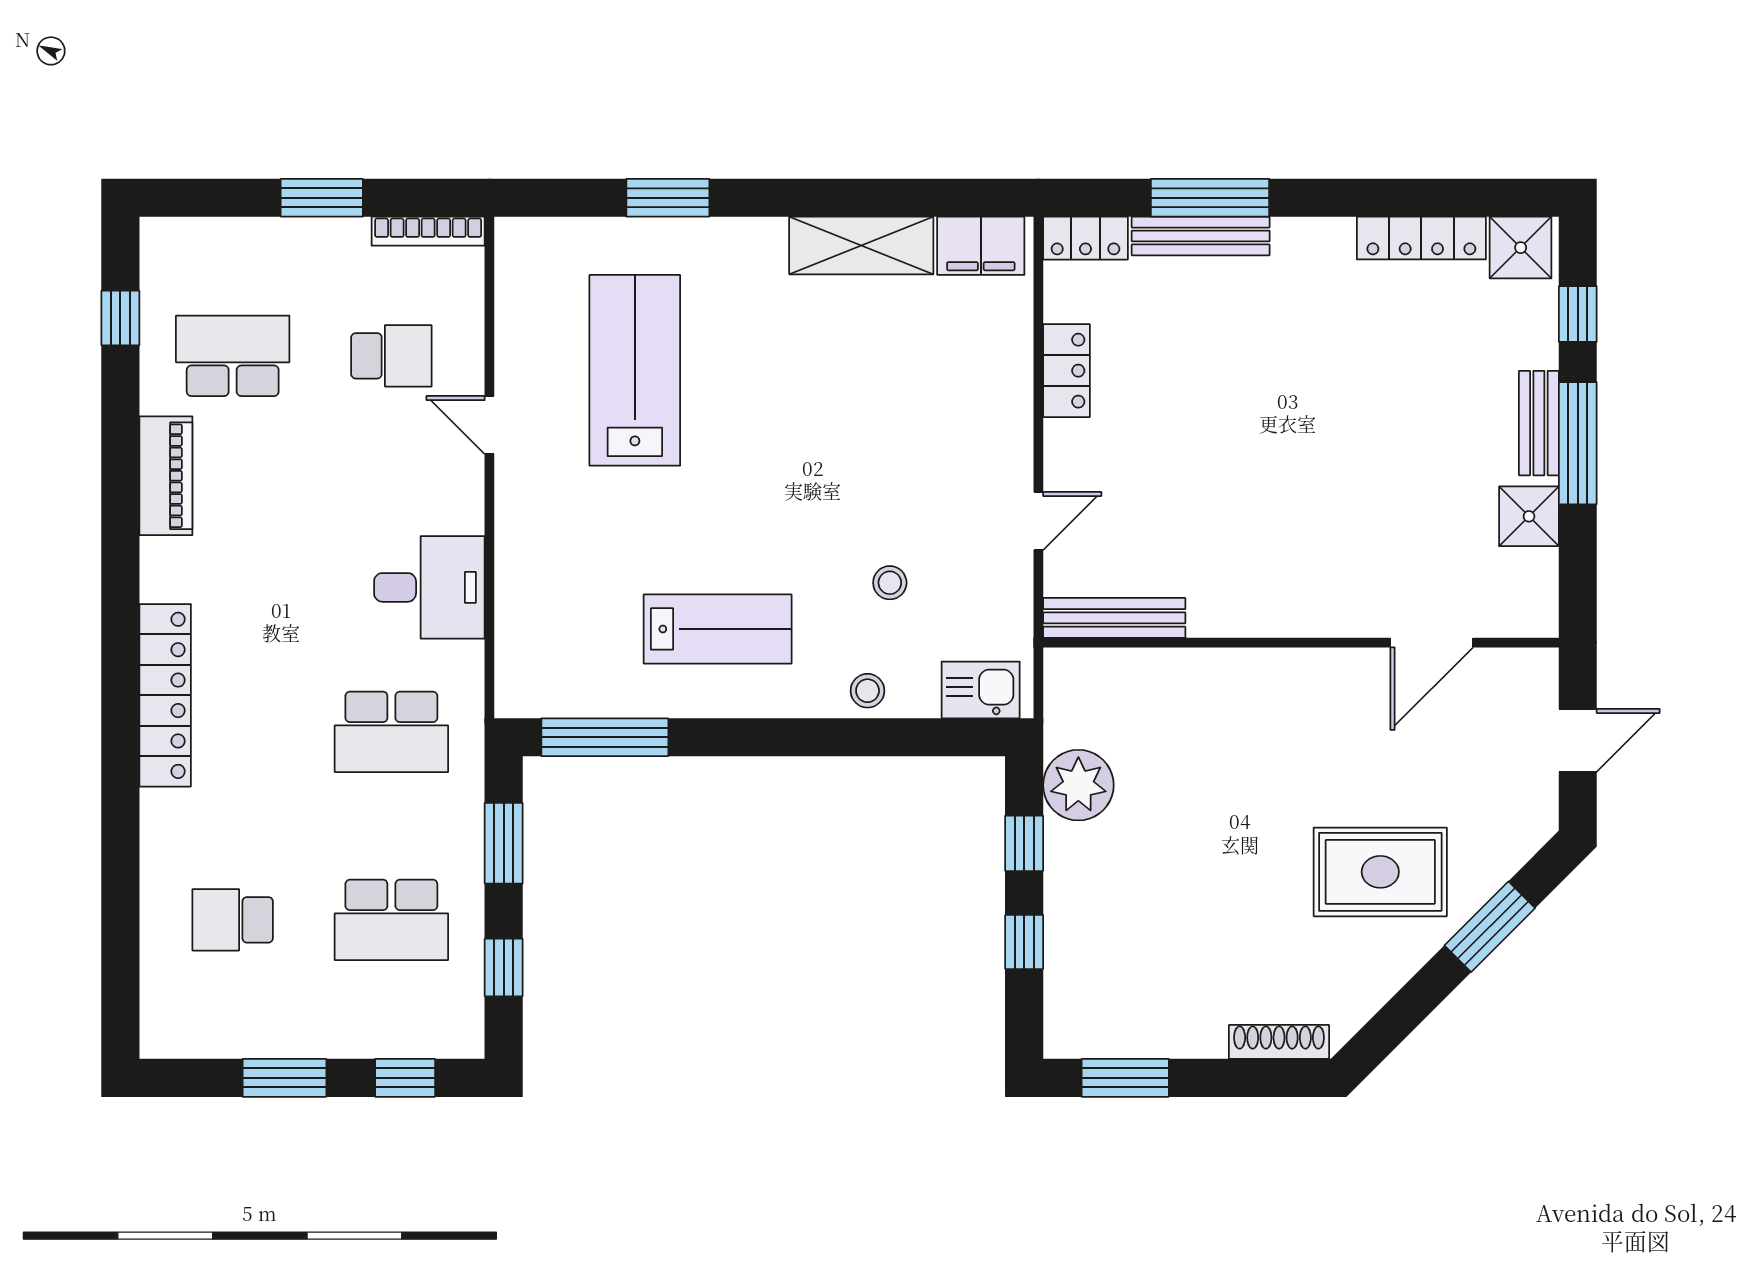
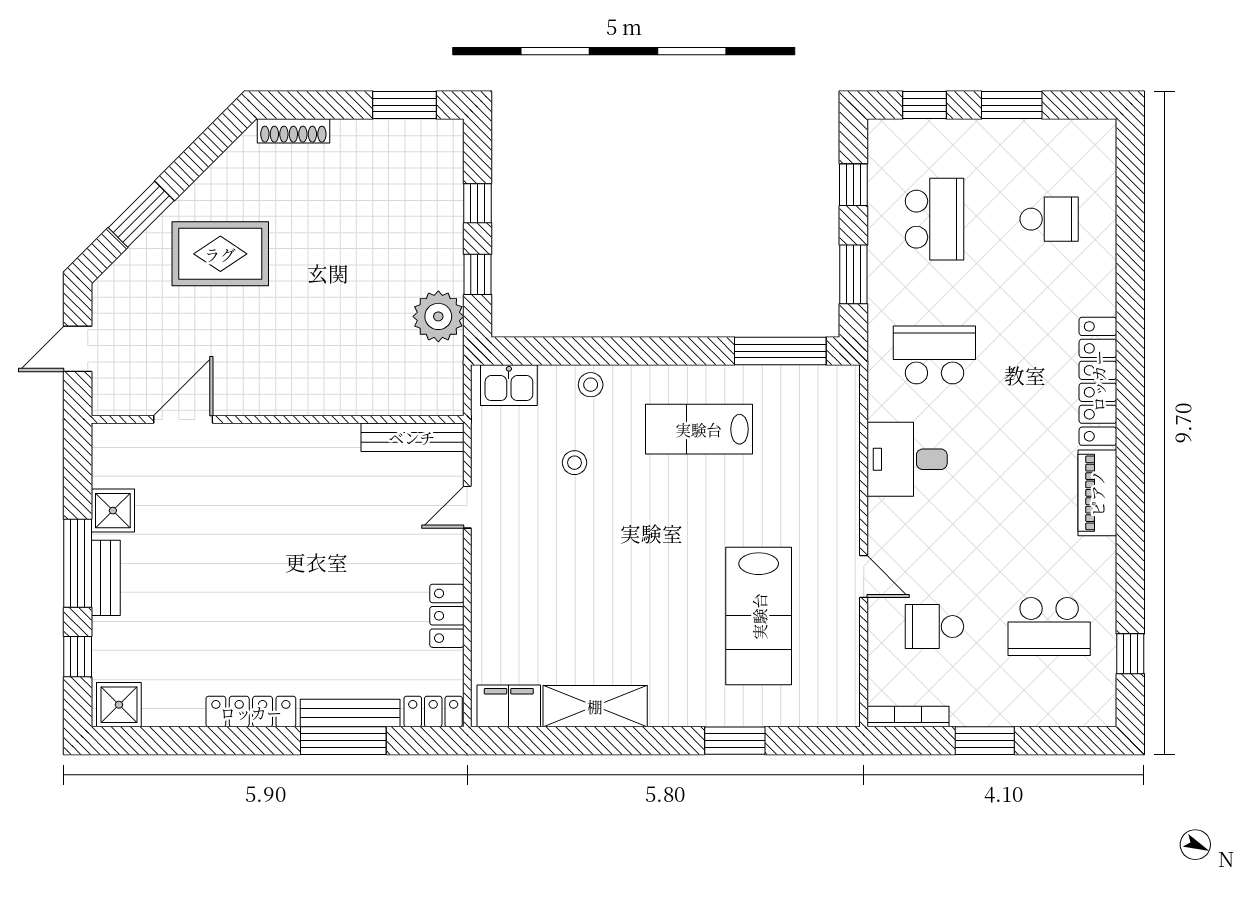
locker: (1421, 238) -> (251, 712), moved
piano: (166, 476) -> (1097, 493), moved
school desk: (391, 920) -> (934, 219), turned 90

